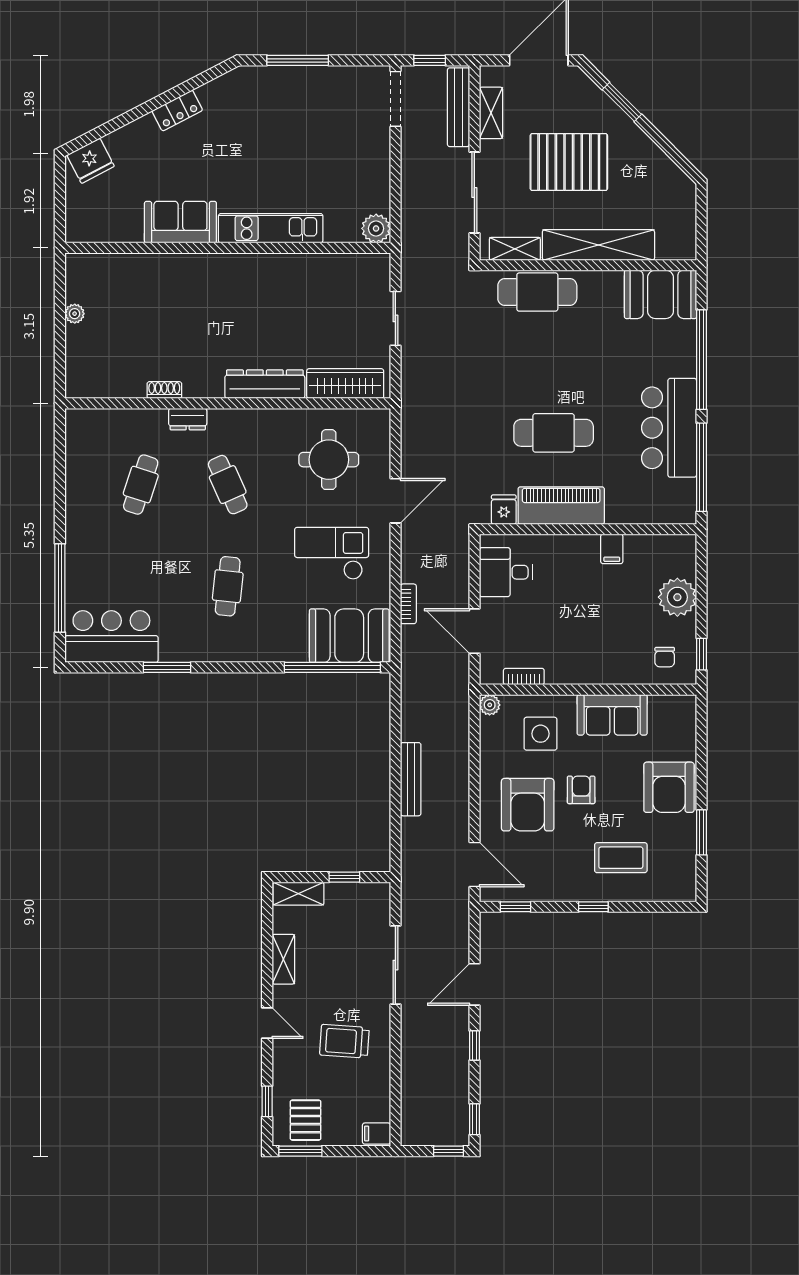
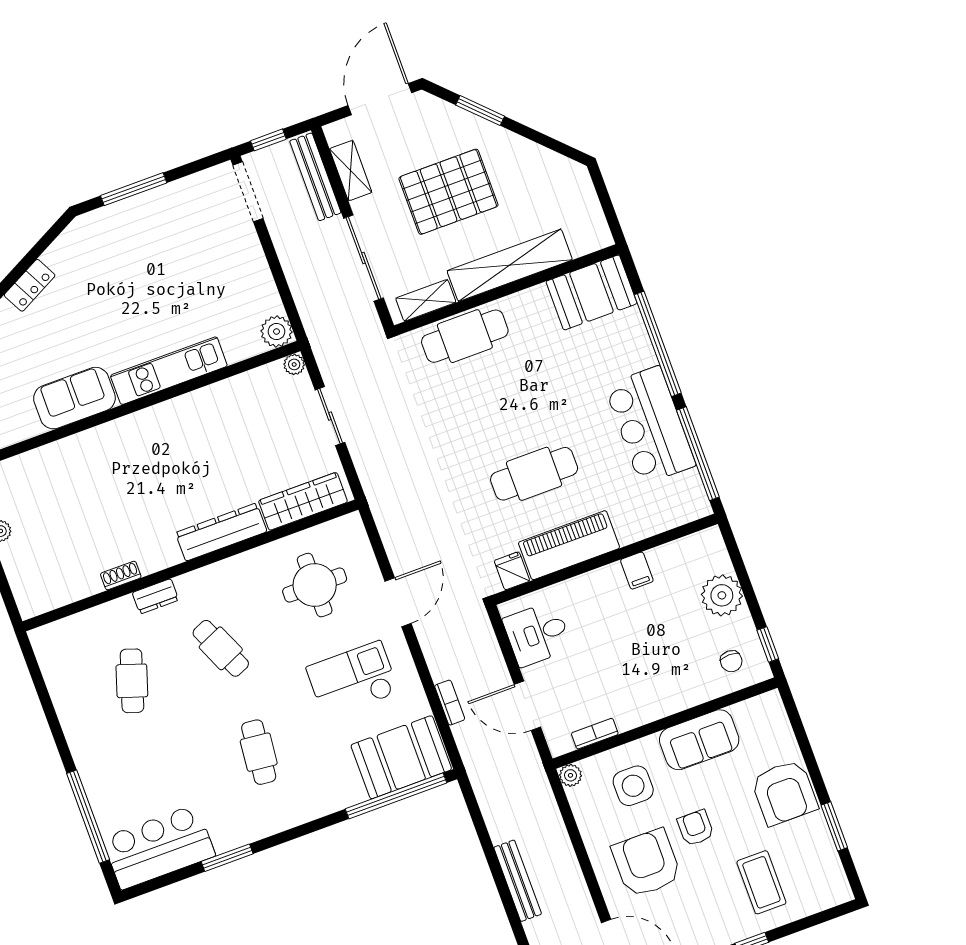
plant: (381, 263) -> (294, 364), added
armchair: (528, 805) -> (646, 863), turned 180
coffee table: (621, 858) -> (761, 882), turned 90

